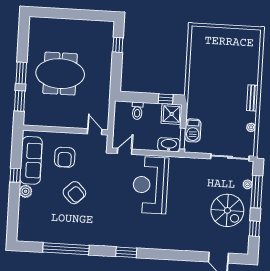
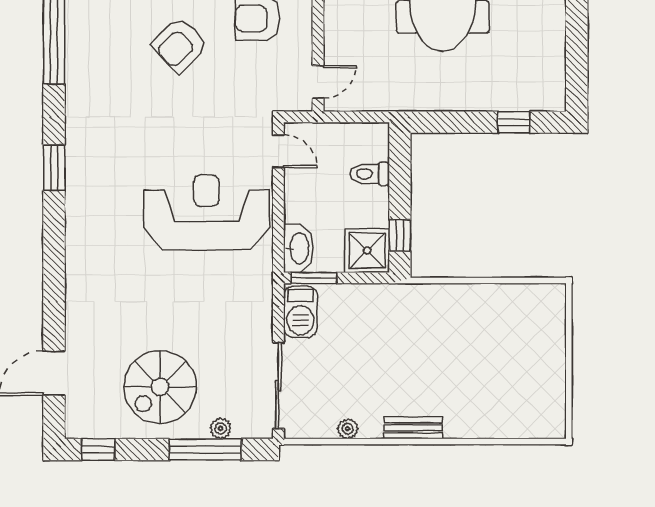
barbecue: (193, 130) -> (300, 312), moved, turned -90
window: (255, 229) -> (98, 450), moved

